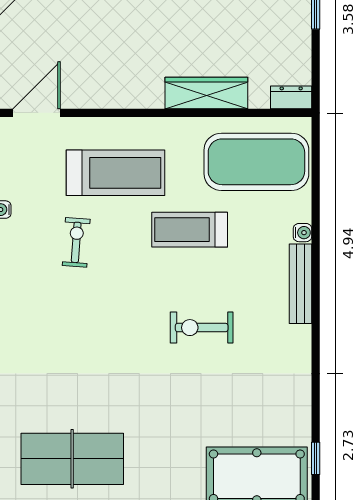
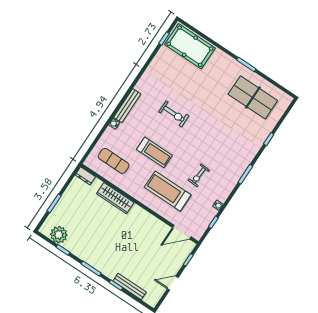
exercise mat: (256, 162) -> (114, 161), width x0.50, depth x0.69

